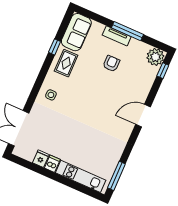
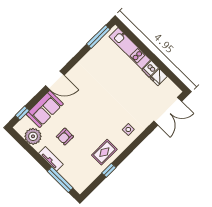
window: (127, 31) -> (60, 180), moved
sofa: (76, 32) -> (45, 109), moved, turned 180
plant: (155, 57) -> (33, 136), moved

